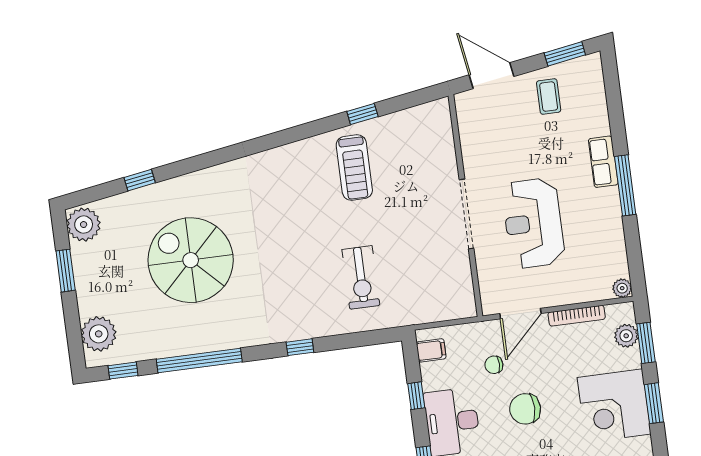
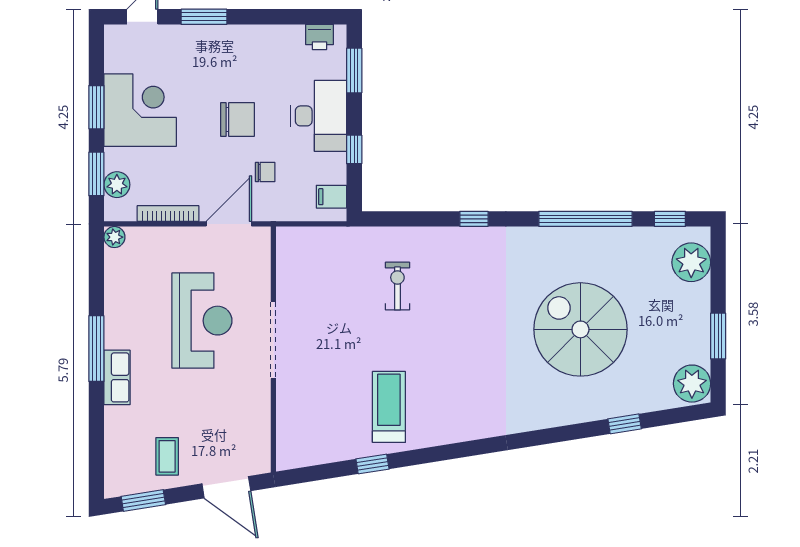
spiral stairs: (191, 260) -> (580, 329), turned 180
exercise bike: (361, 278) -> (397, 286), width x0.73, depth x0.72

